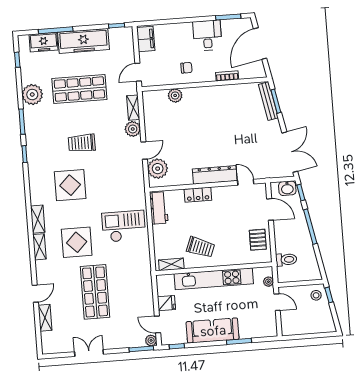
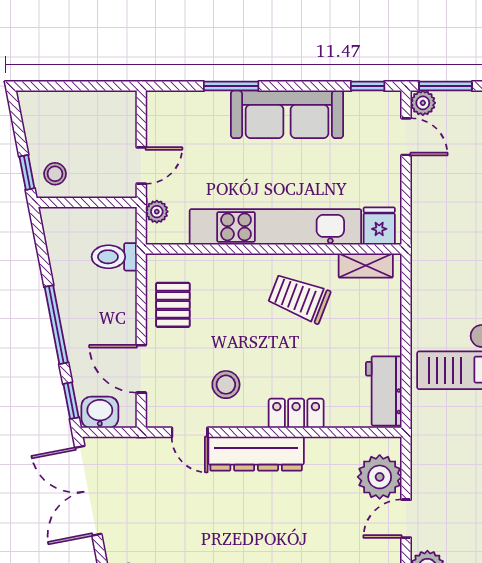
stool: (231, 205) -> (226, 385), added
door: (277, 302) -> (141, 165), swing flipped
fridge: (166, 303) -> (379, 226), moved, turned 90

